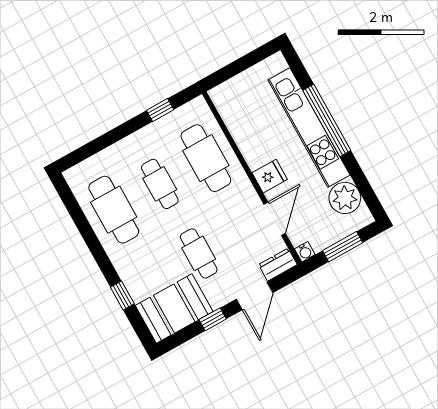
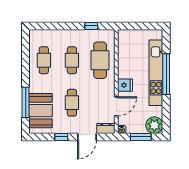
plant: (345, 198) -> (154, 125), moved
cafe table: (114, 210) -> (44, 60), width x0.73, depth x0.74
window: (122, 295) -> (26, 102), width x2.17
booth: (174, 309) -> (41, 111), moved, turned 90

